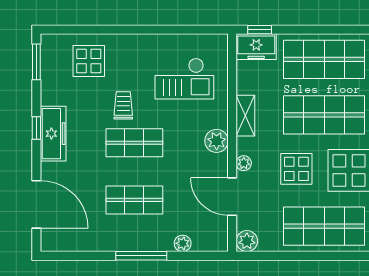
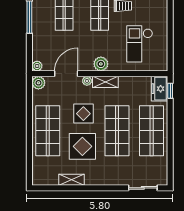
shelving: (245, 116) -> (105, 82), moved
plant: (183, 243) -> (37, 66), moved

